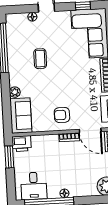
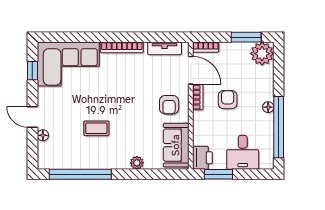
sofa: (21, 116) -> (176, 145), moved, turned -90
door: (90, 131) -> (191, 70), hinge flipped
armchair: (69, 161) -> (228, 100), added
desk: (34, 186) -> (243, 152), moved, turned 90

